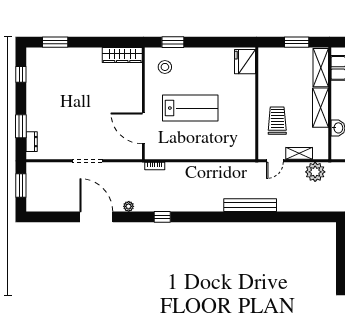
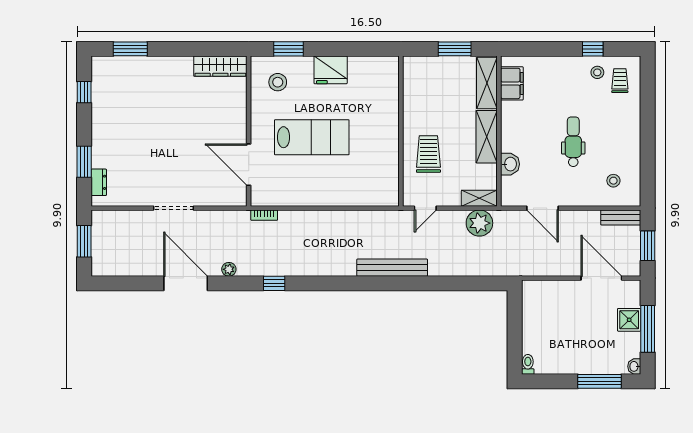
fridge: (245, 62) -> (331, 70), moved, turned -90
shelving: (299, 153) -> (479, 198), moved

